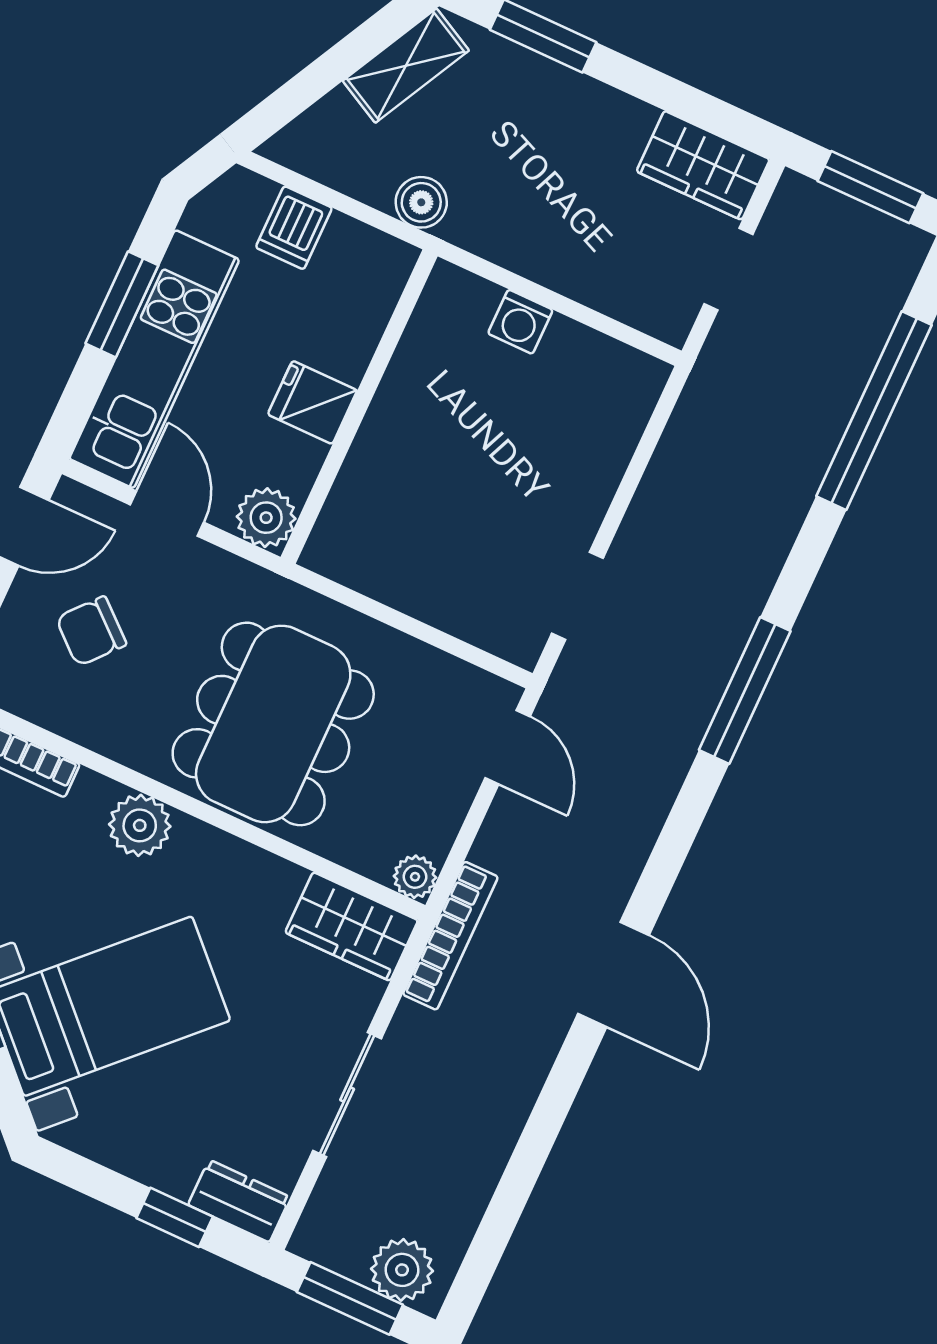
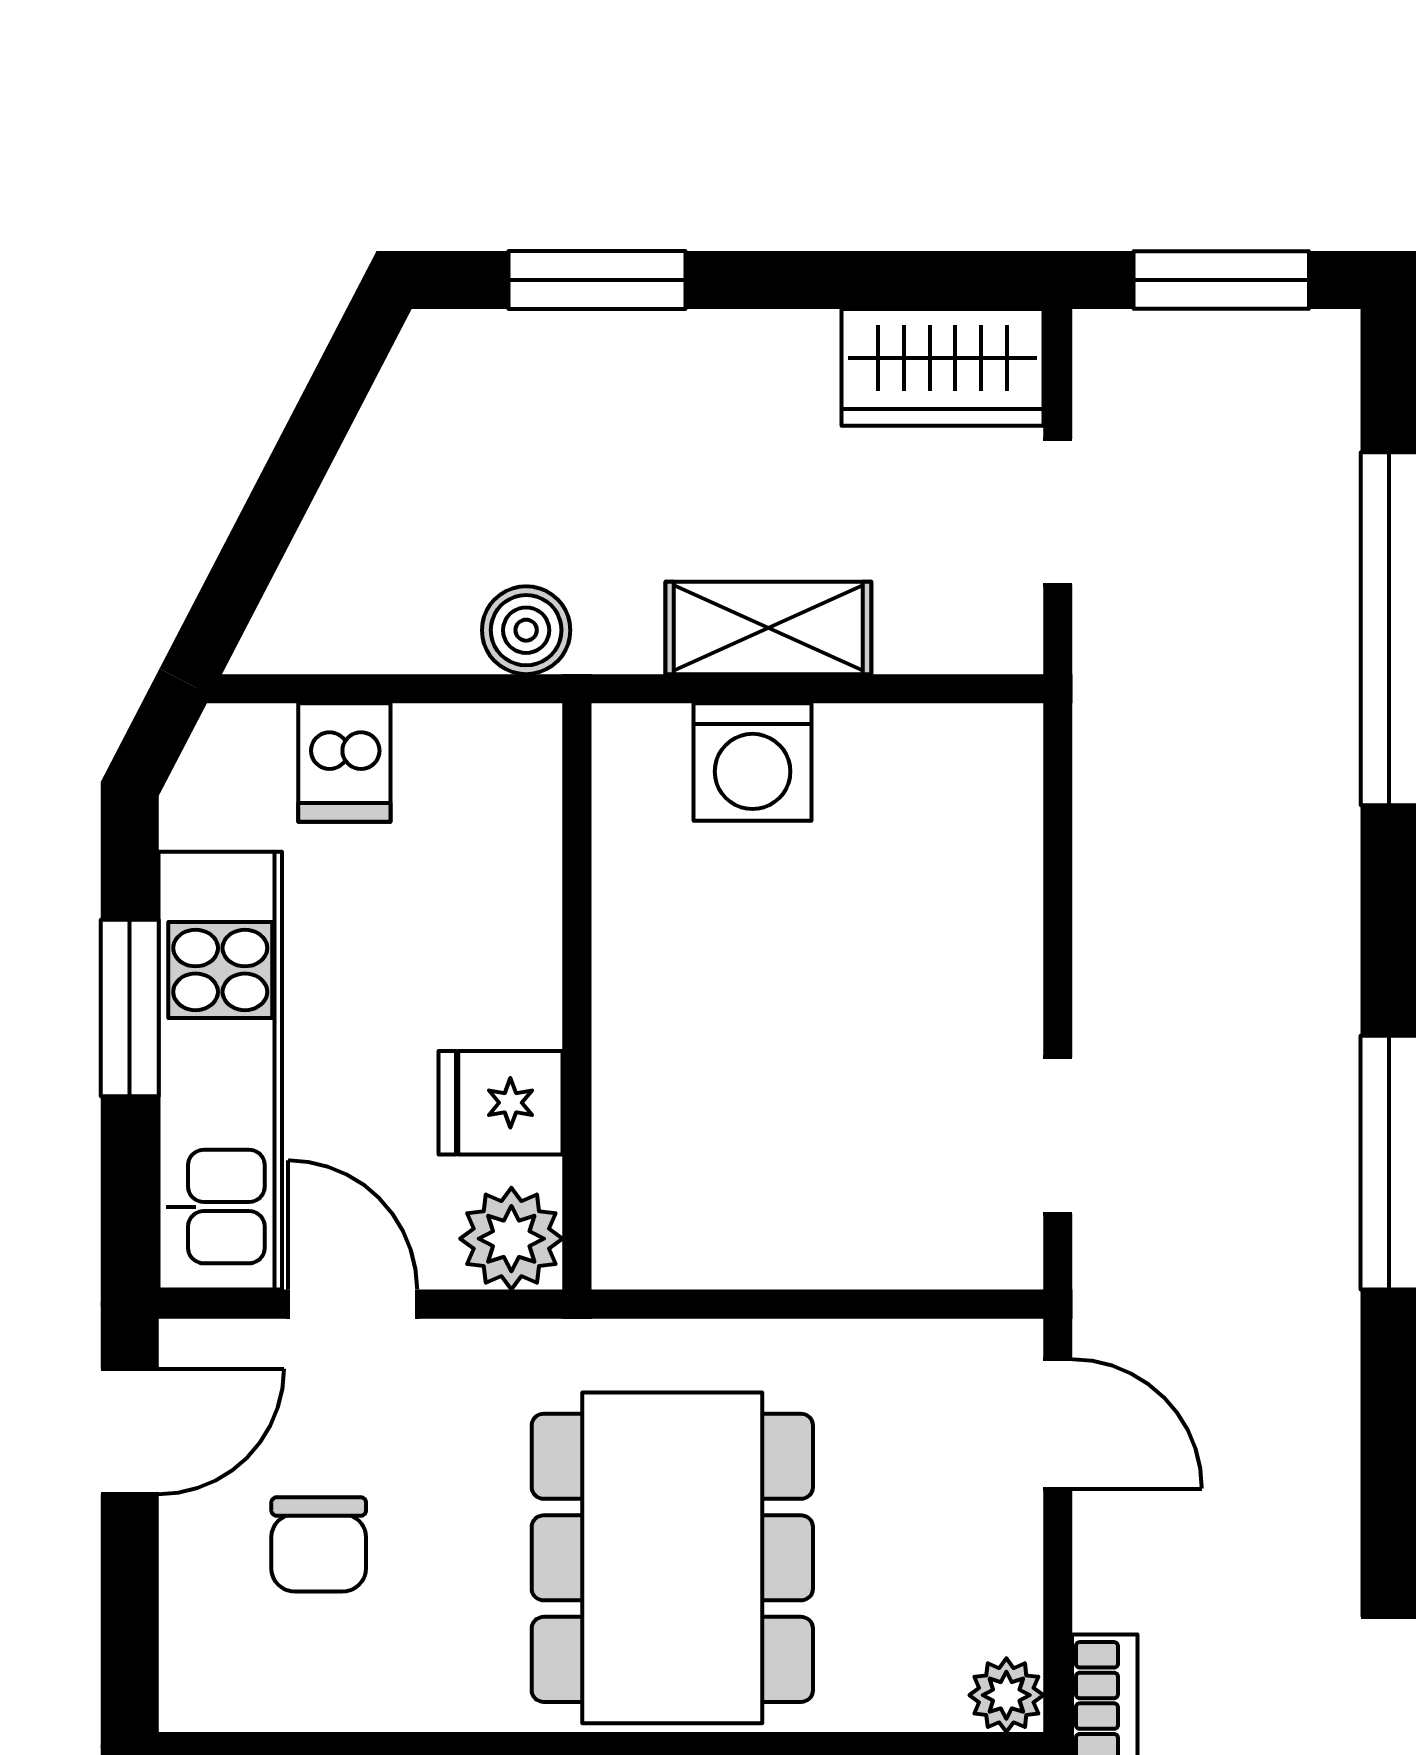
shelving: (406, 66) -> (768, 628), moved, turned 63
washing machine: (520, 322) -> (753, 762), width x1.38, depth x1.38
fridge: (312, 402) -> (501, 1103), moved
chair: (91, 631) -> (319, 1544), turned -41

